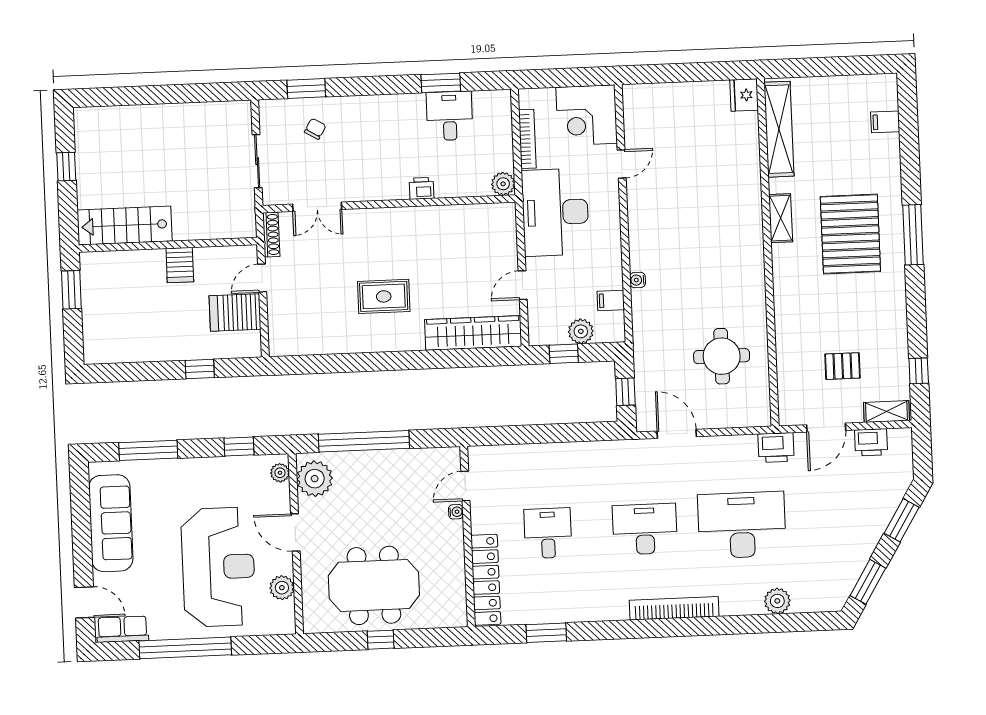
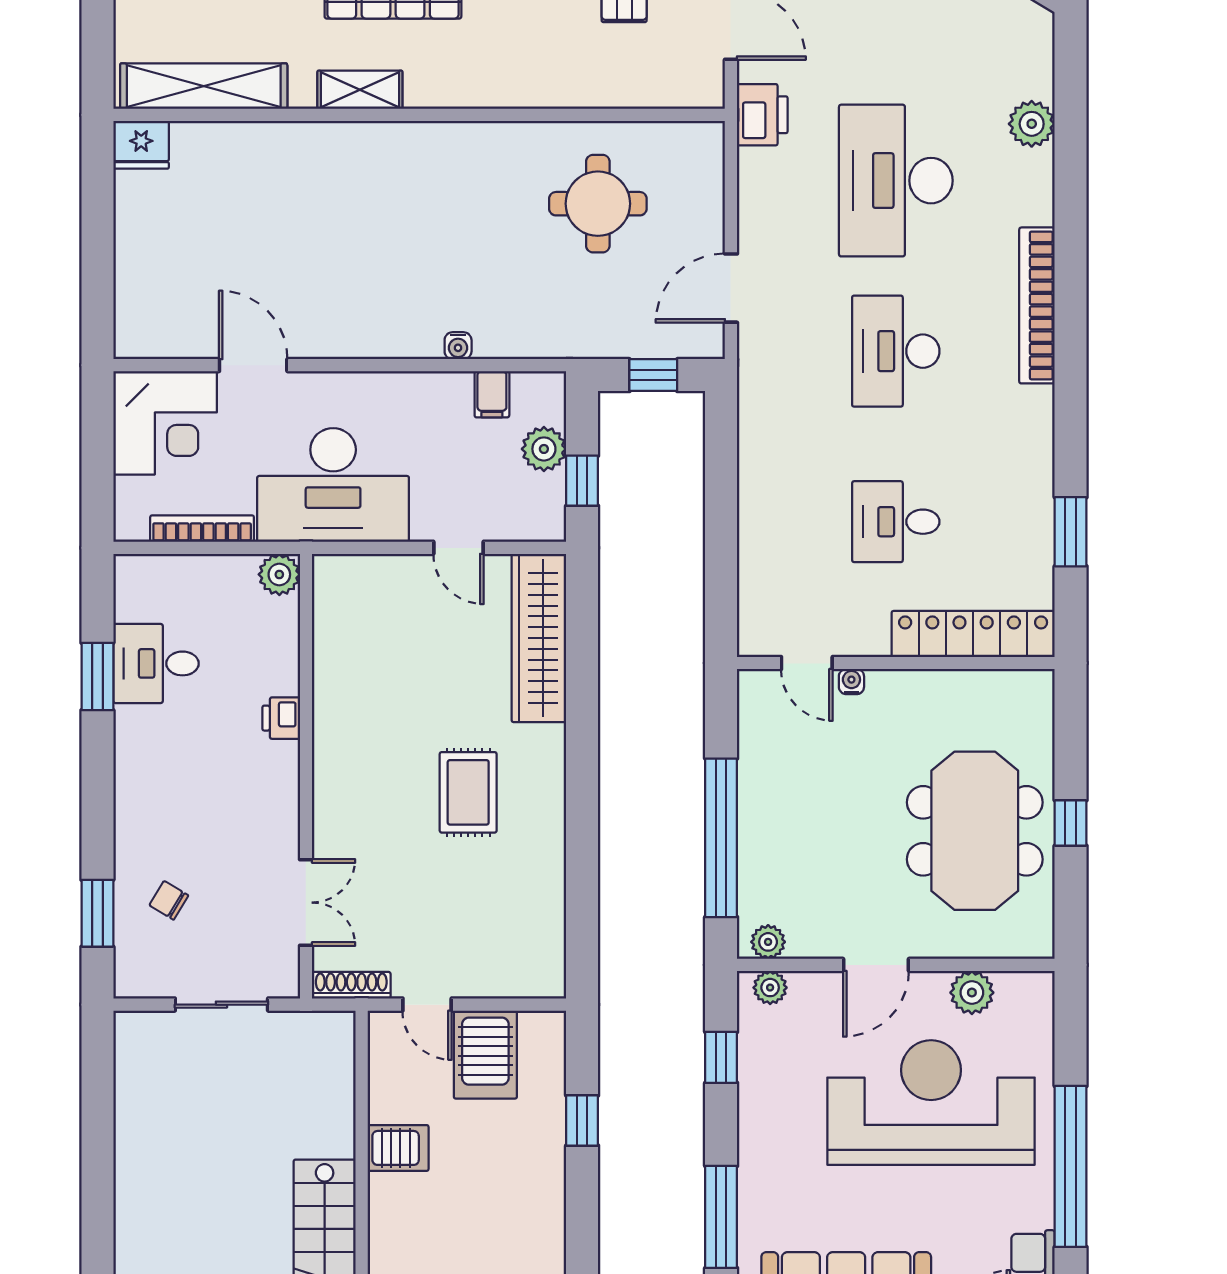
door: (622, 164) -> (253, 365), width x1.38
plant: (315, 479) -> (768, 942), width x0.53, depth x0.53

